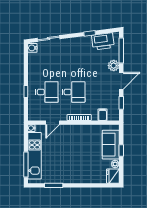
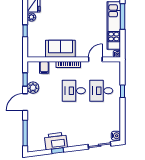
printer: (103, 41) -> (56, 141), moved
plant: (114, 66) -> (33, 88), moved
sofa: (111, 145) -> (60, 49), moved, turned -90

